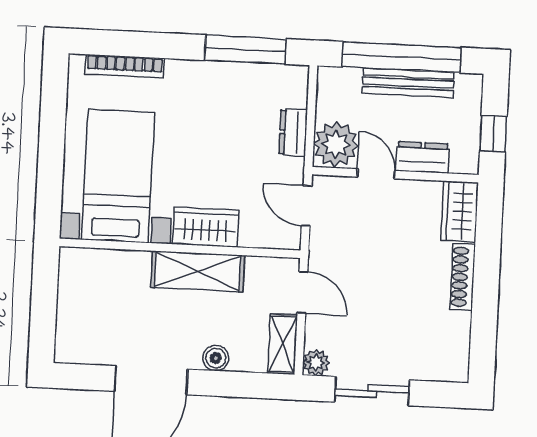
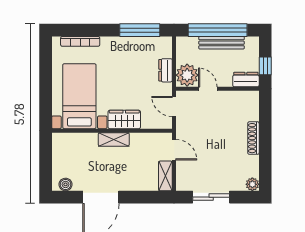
dresser: (422, 157) -> (246, 80), moved
wardrobe: (460, 211) -> (250, 106), removed
shelving: (198, 271) -> (114, 139), width x0.67, depth x0.75
boiler: (216, 358) -> (66, 184), moved
plant: (316, 363) -> (252, 184), moved

